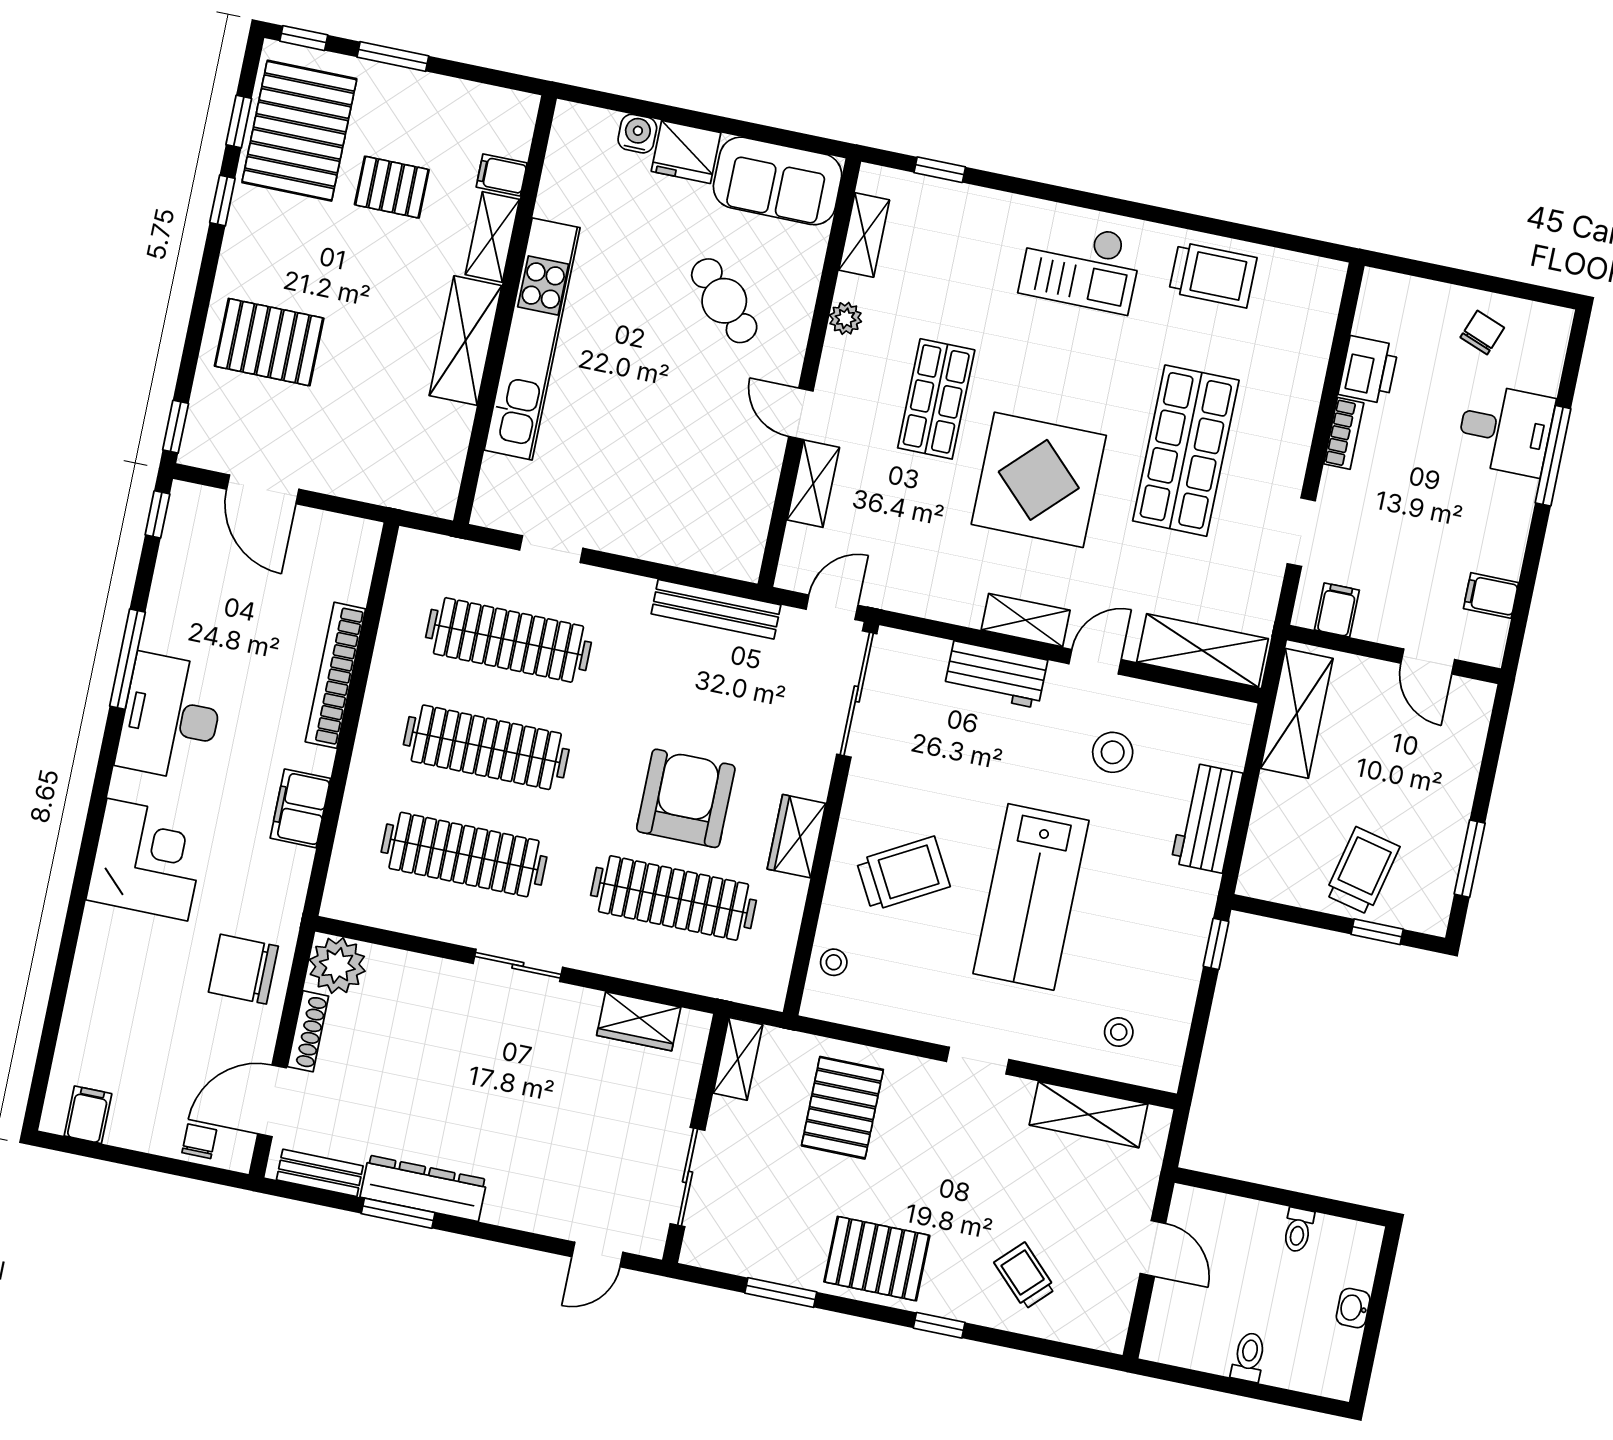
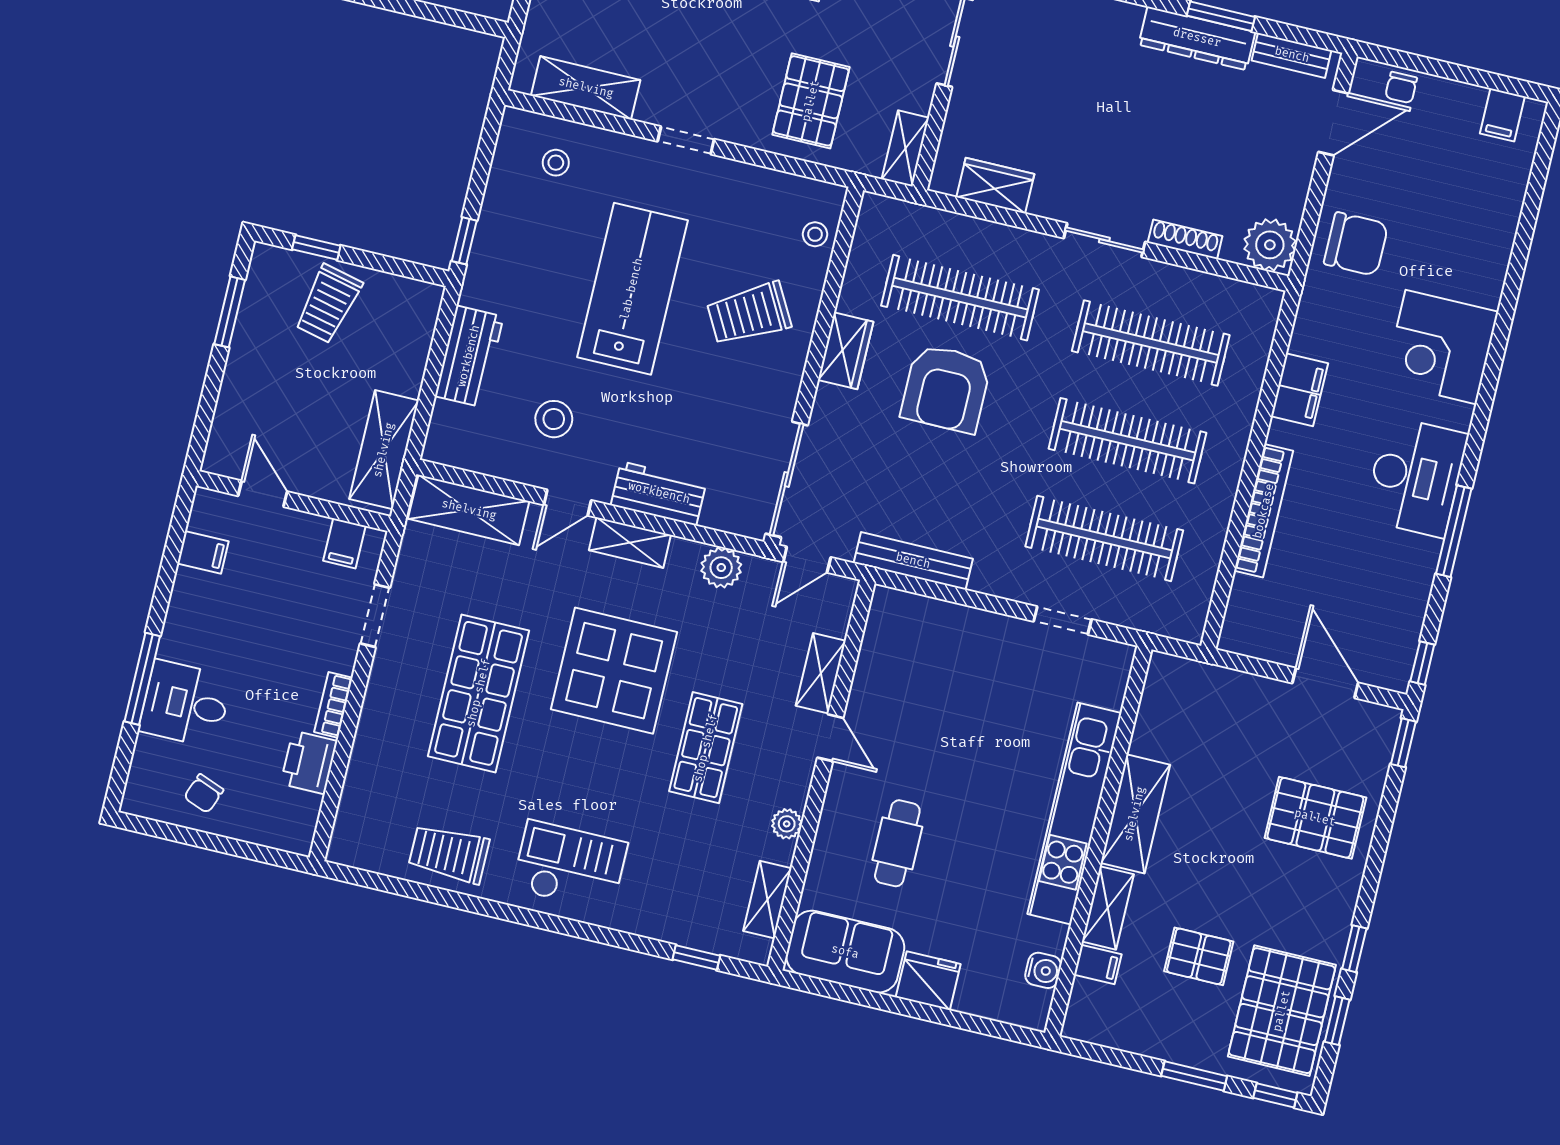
water cooler: (637, 134) -> (1043, 970), moved, turned -90
cafe table: (724, 301) -> (897, 843), turned 44
plant: (925, 596) -> (721, 568), added
shoe rack: (308, 1031) -> (1185, 239), moved, turned 90

